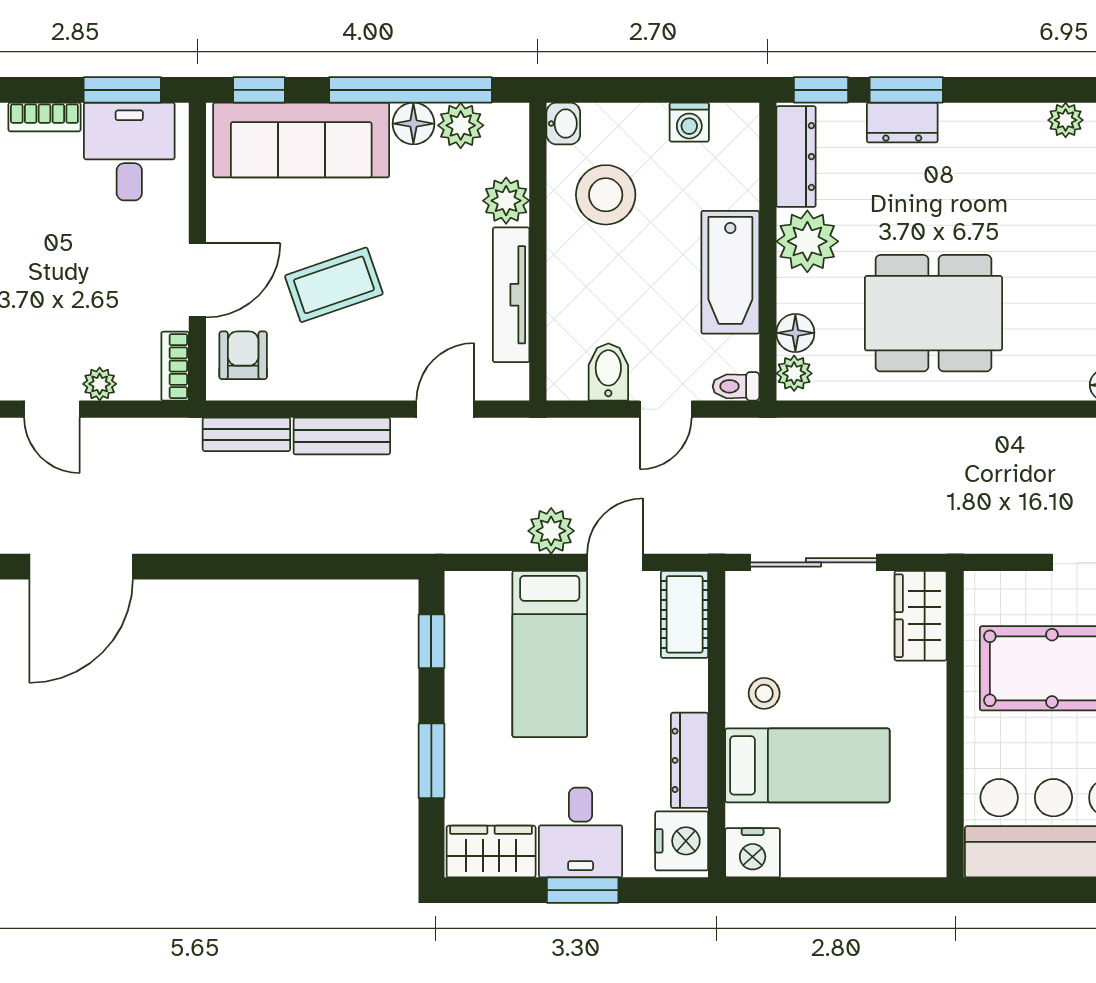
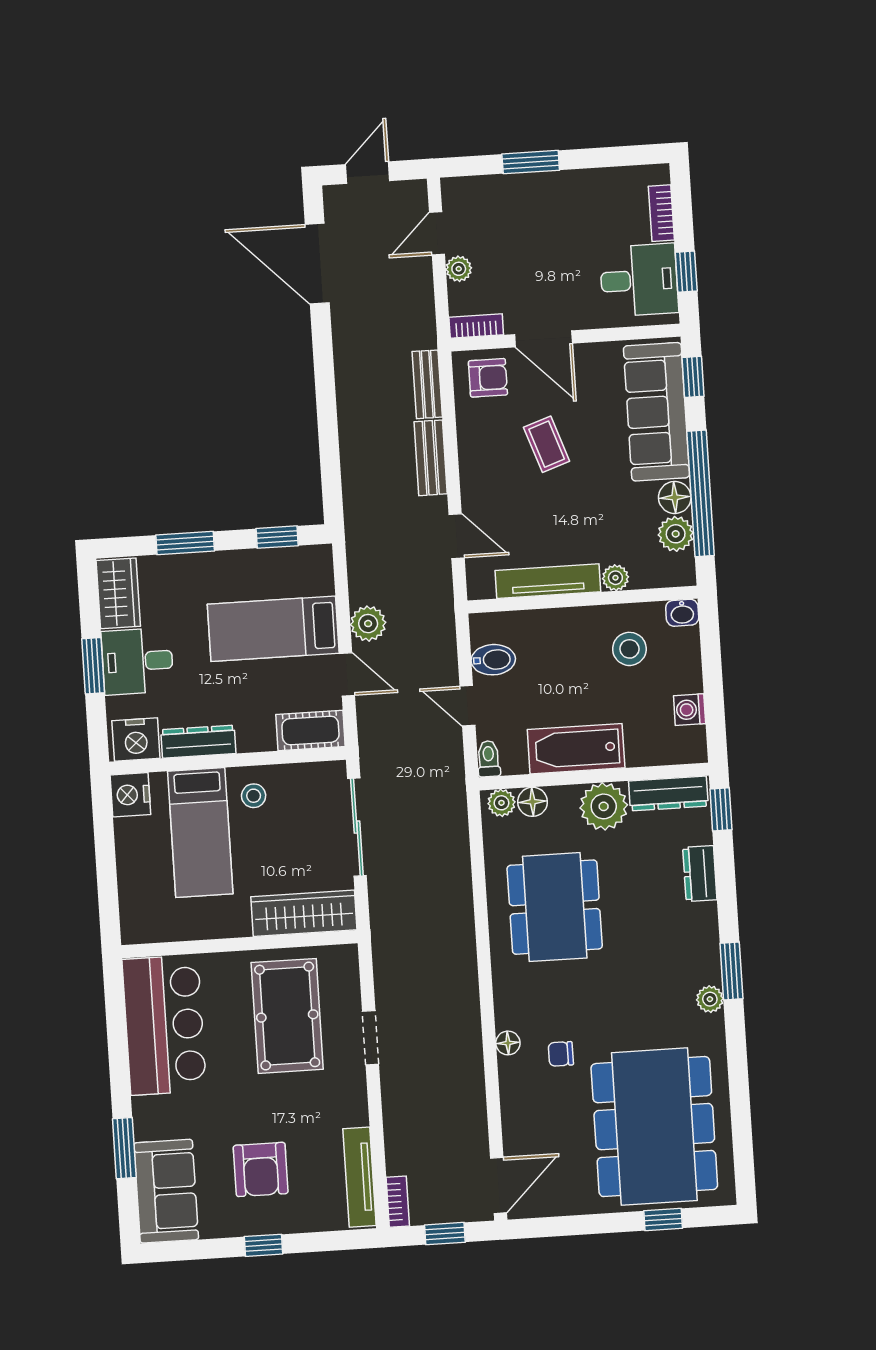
window: (122, 90) -> (686, 272), width x0.67
window: (906, 90) -> (731, 971), moved
stool: (606, 195) -> (629, 649), width x0.73, depth x0.73
plant: (506, 201) -> (615, 578), width x0.73, depth x0.73
coffee table: (334, 285) -> (547, 444), width x0.73, depth x0.77
wardrobe: (921, 616) -> (304, 913), width x1.50

